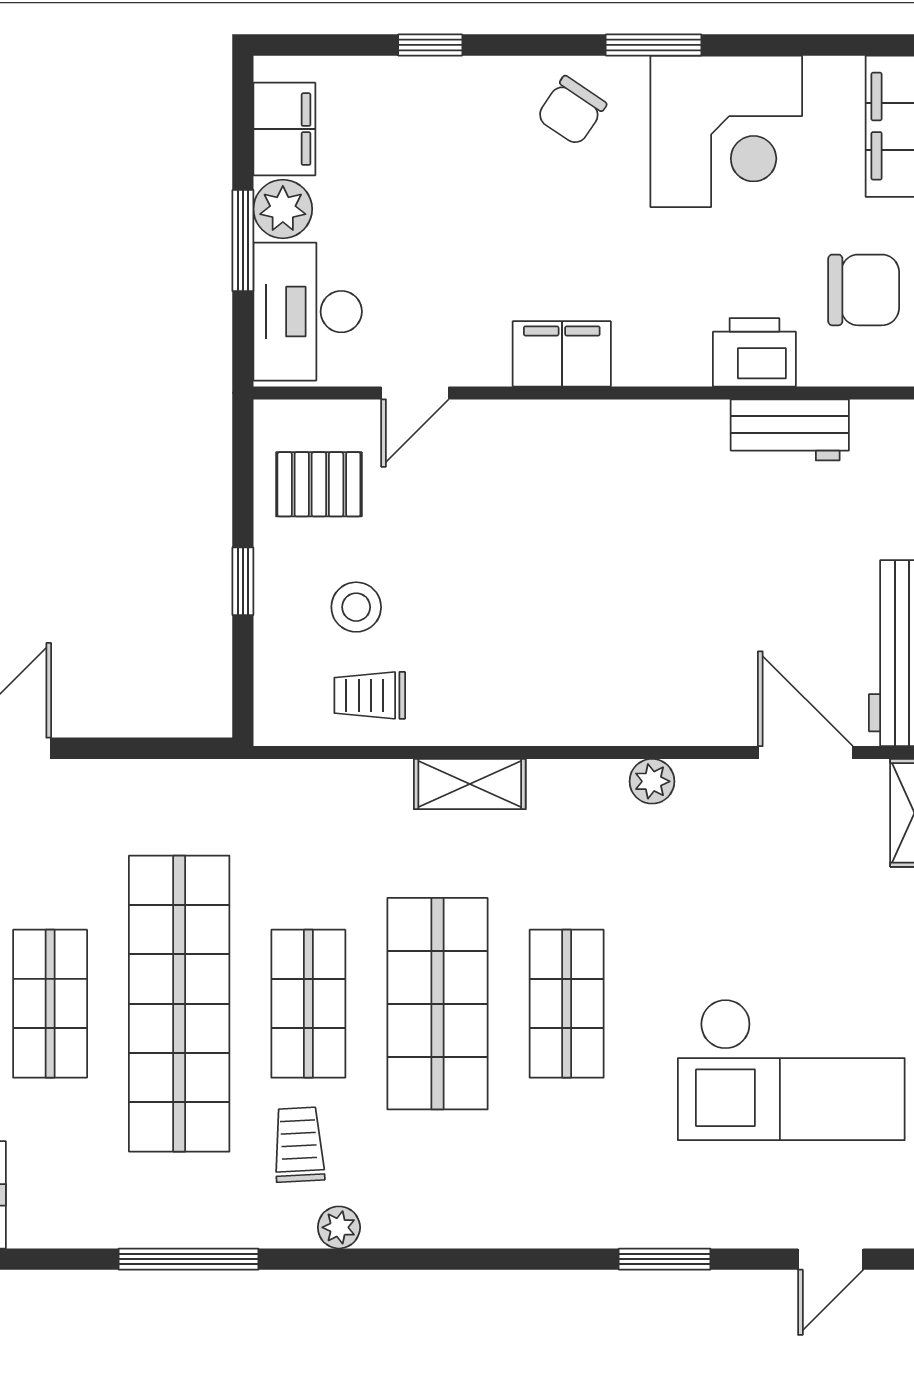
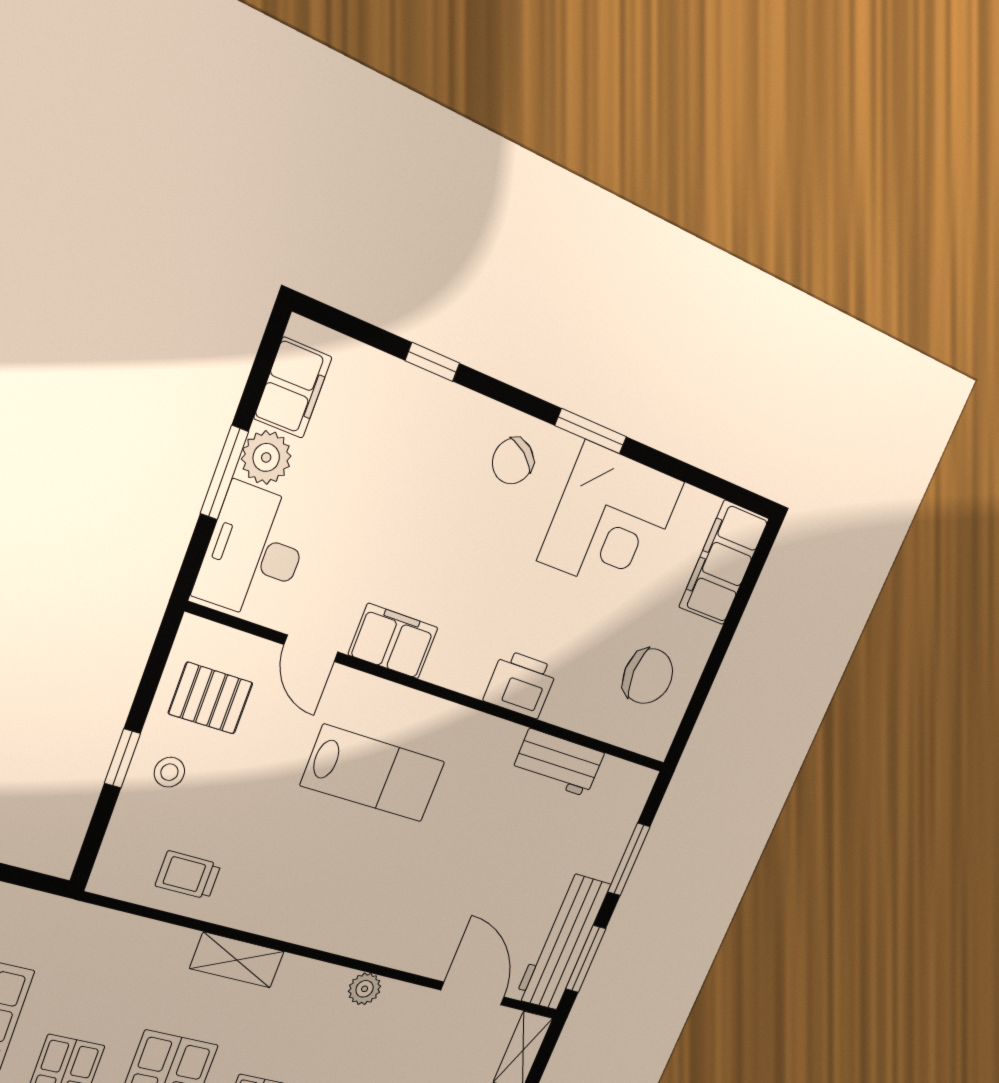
printer: (754, 352) -> (521, 684), moved
filing cabinet: (562, 354) -> (393, 641), moved
door: (415, 393) -> (311, 648), hinge flipped
lab bench: (550, 513) -> (373, 774), added
stool: (356, 607) -> (169, 772), moved, width x0.73, depth x0.73

